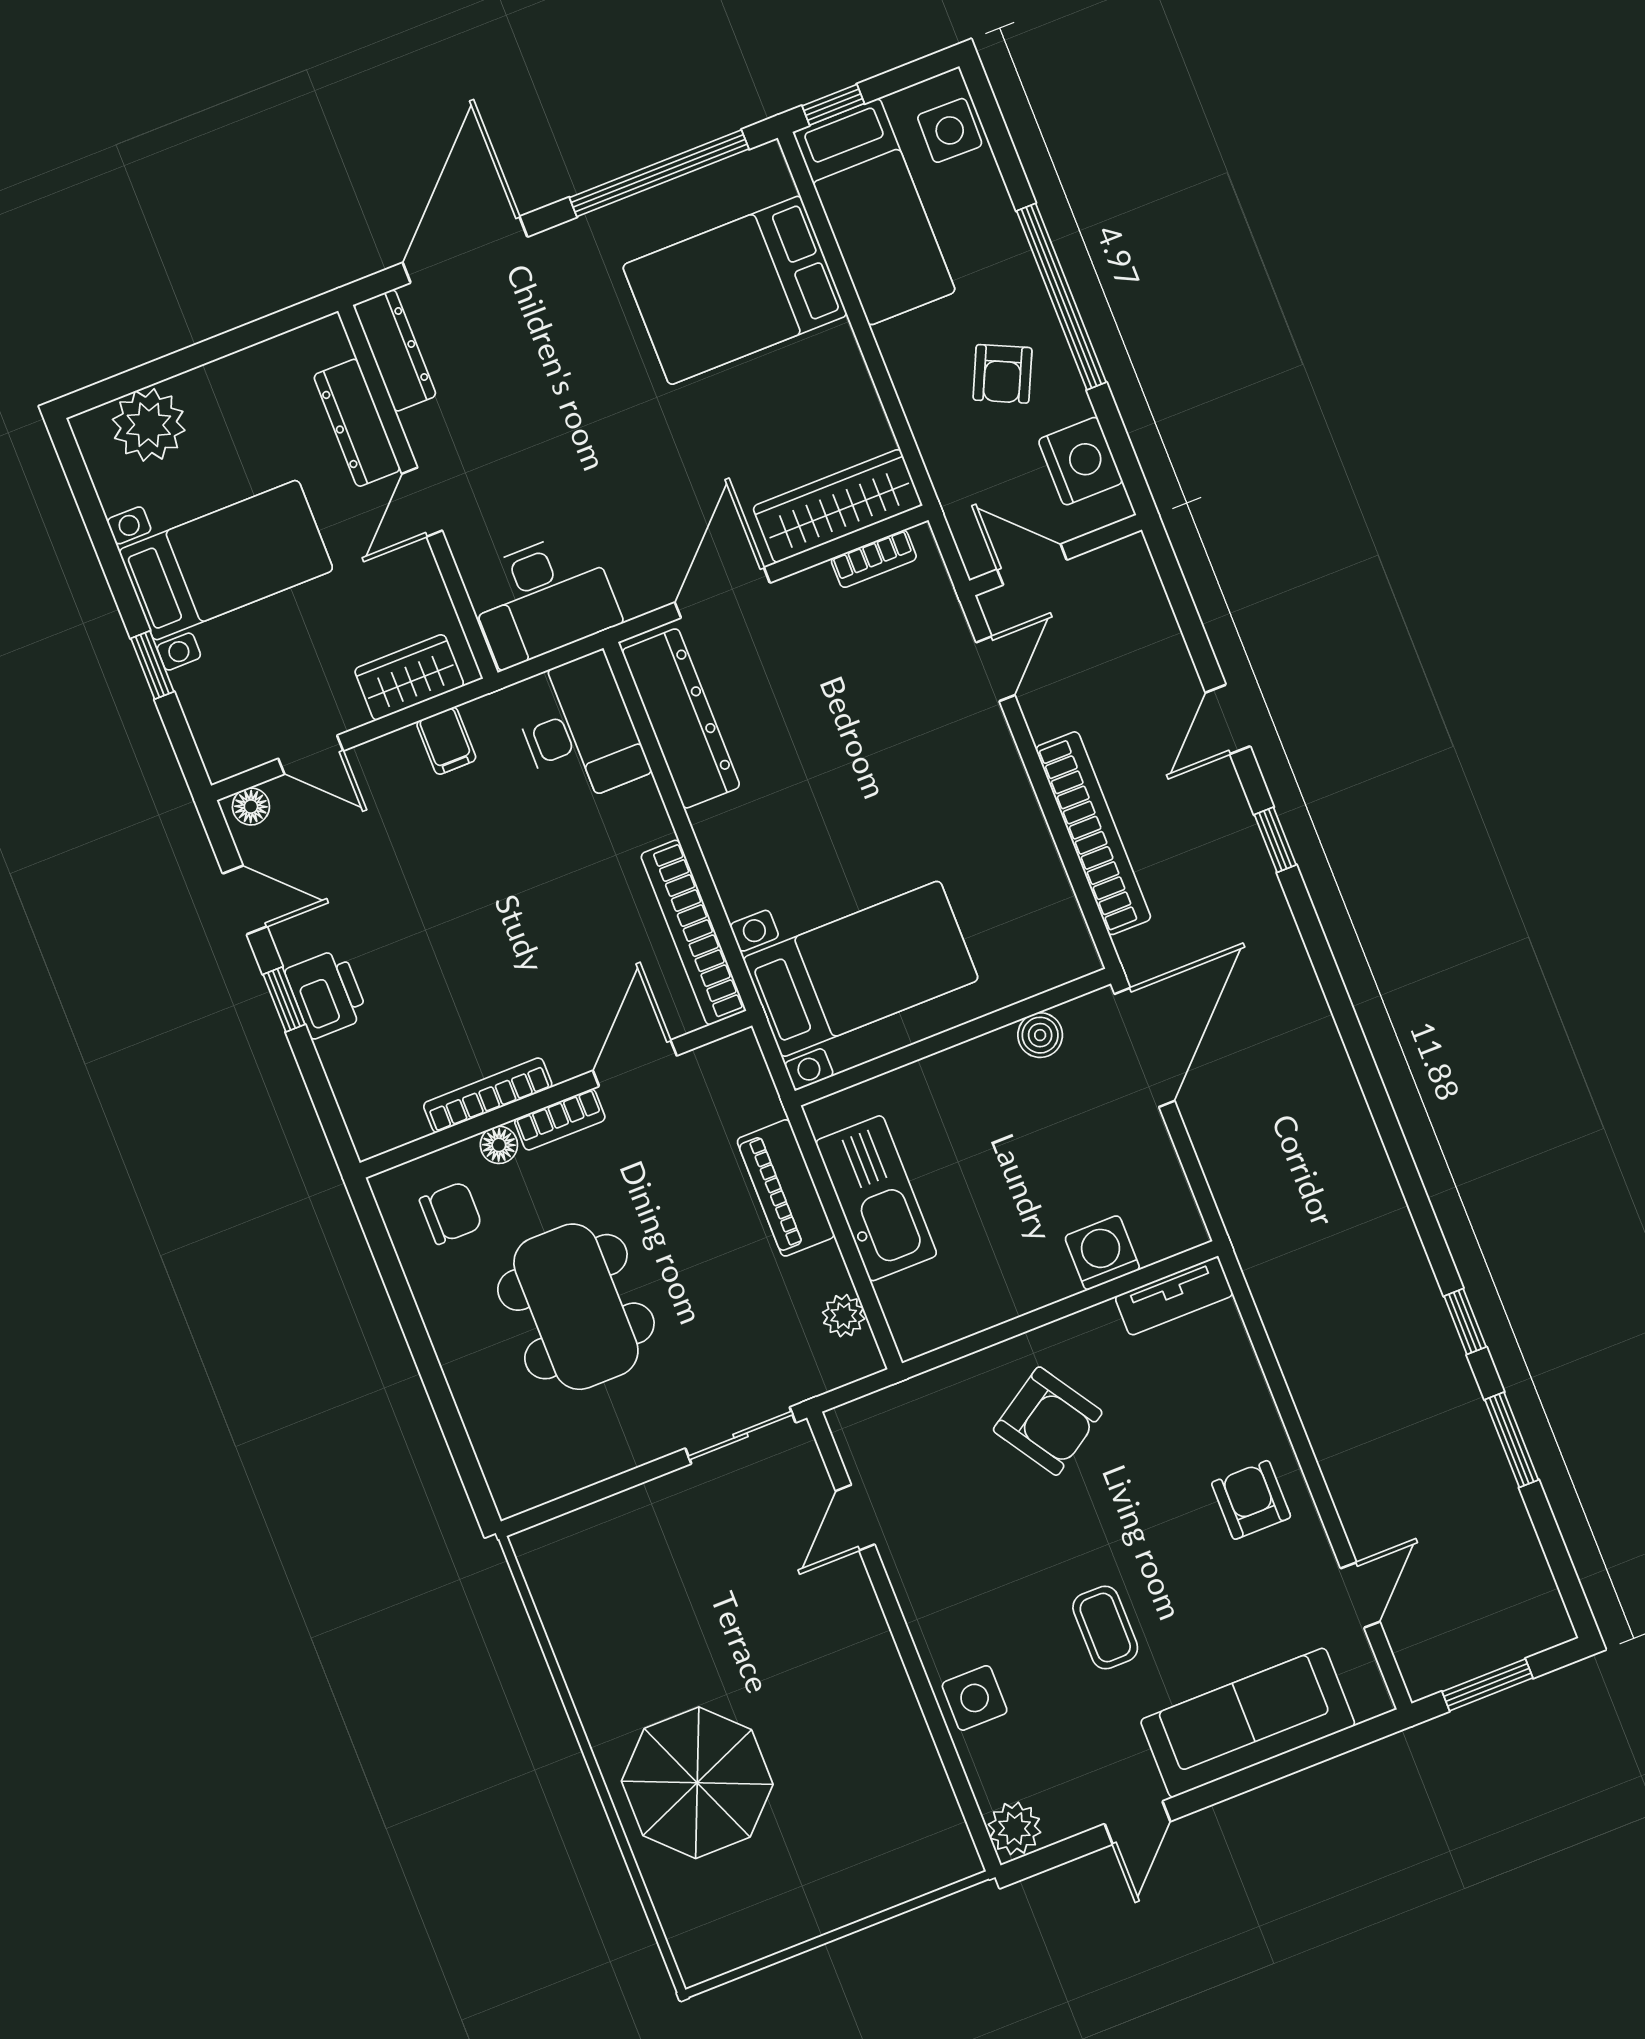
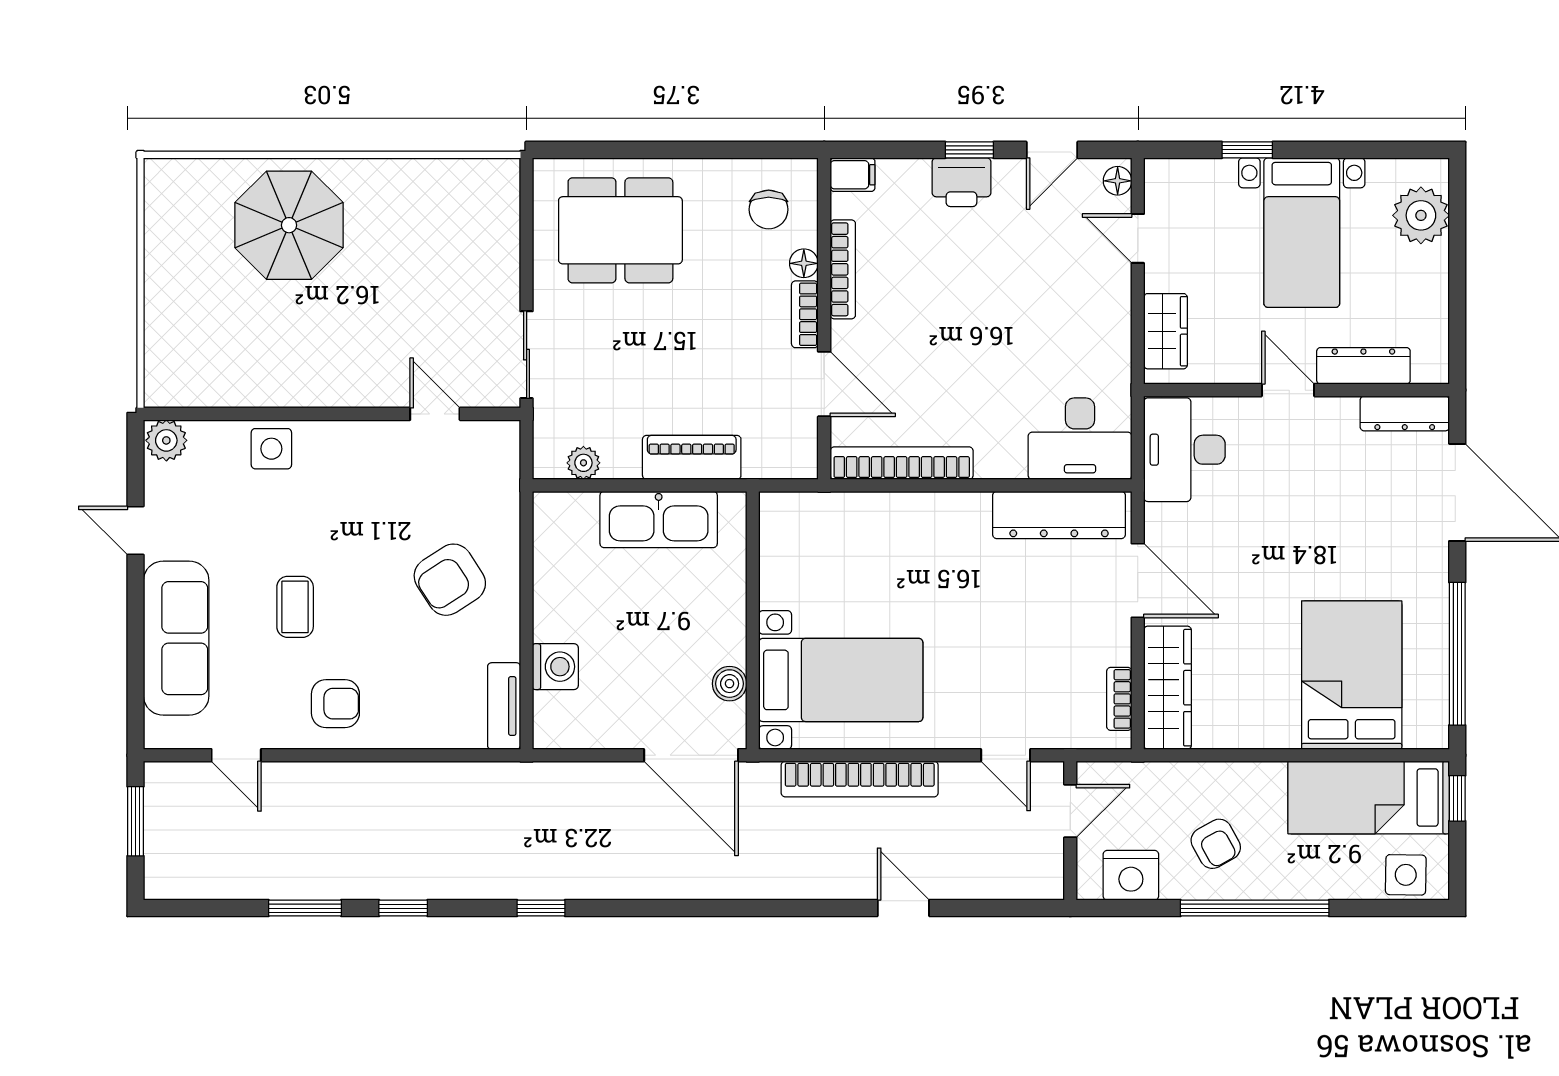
armchair: (1002, 374) -> (1216, 844), turned -144
filing cabinet: (446, 741) -> (853, 175), moved, turned 180
door: (311, 755) -> (1138, 238), hinge flipped
window: (1275, 840) -> (541, 908), moved
bed with nightstands: (861, 969) -> (841, 680), moved, turned -90
dining table: (576, 1307) -> (620, 230), moved
coffee table: (1105, 1628) -> (295, 607), moved, turned 90

